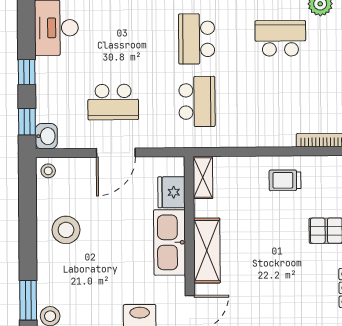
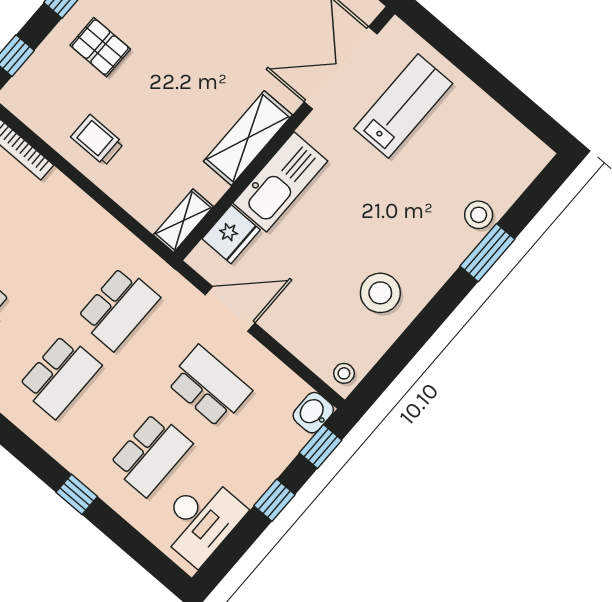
school desk: (113, 39) -> (151, 454), added
school desk: (197, 101) -> (118, 308), turned 180
door: (116, 153) -> (230, 309), moved
trolley: (285, 180) -> (97, 140), turned 180

